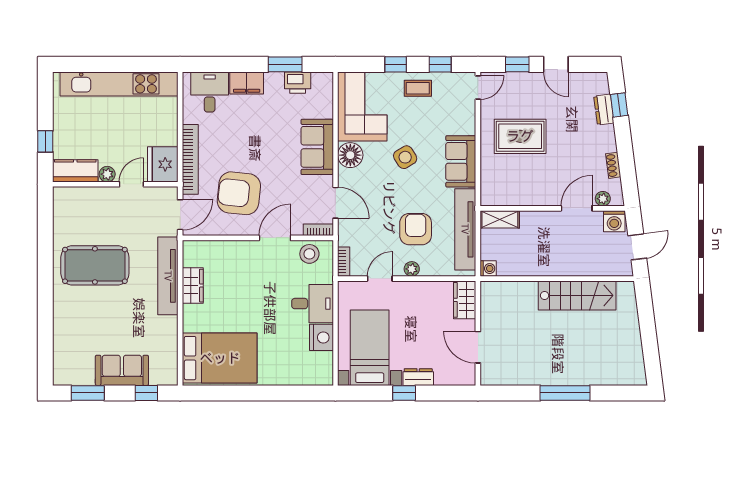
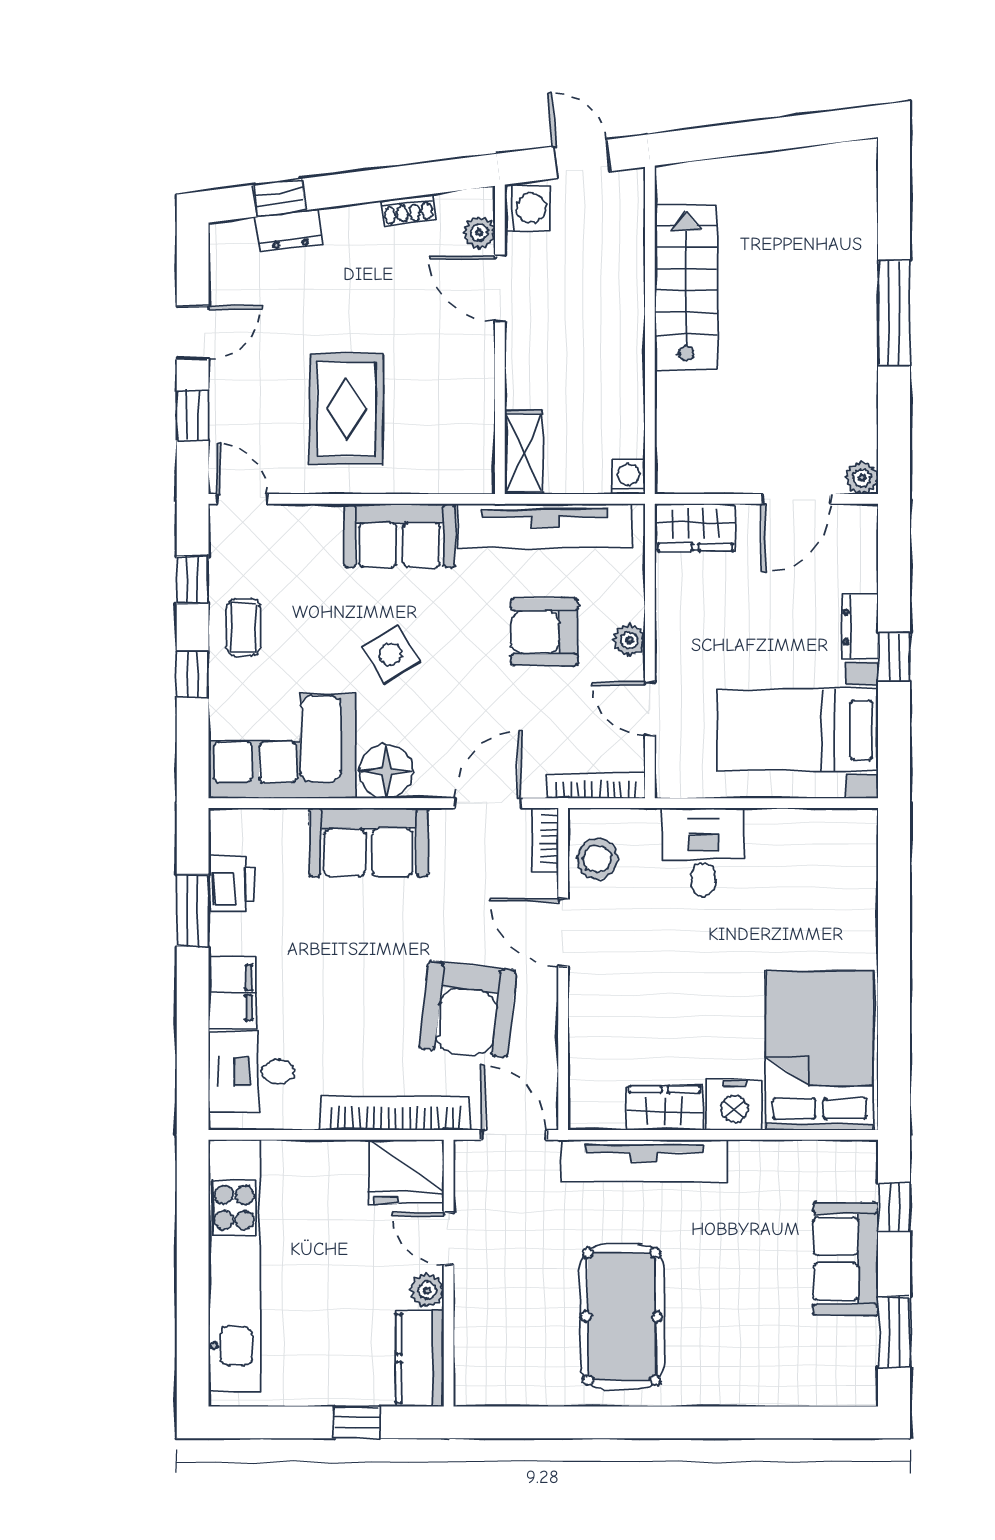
bookcase: (344, 262) -> (596, 786), width x1.56
nightstand: (321, 337) -> (734, 1105), moved, turned 180
plant: (488, 378) -> (862, 478), added

